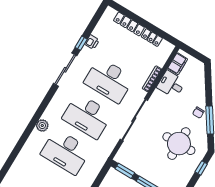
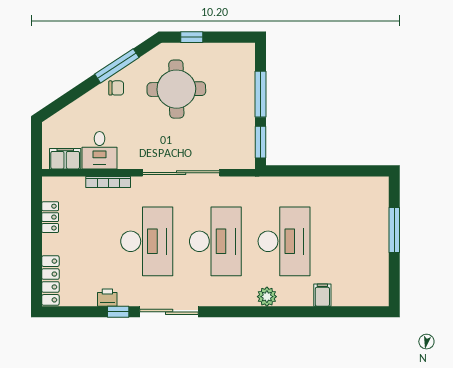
locker: (129, 24) -> (50, 281), moved
filing cabinet: (26, 155) -> (322, 295), added

